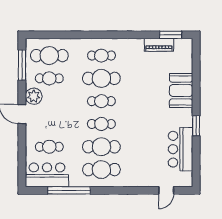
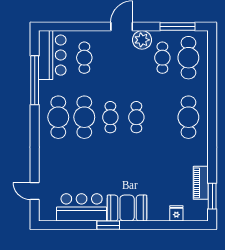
cafe table: (101, 56) -> (188, 117), width x1.37, depth x1.35
fridge: (186, 66) -> (176, 213), added
cafe table: (101, 78) -> (162, 117), removed
booth: (181, 91) -> (127, 208), moved

